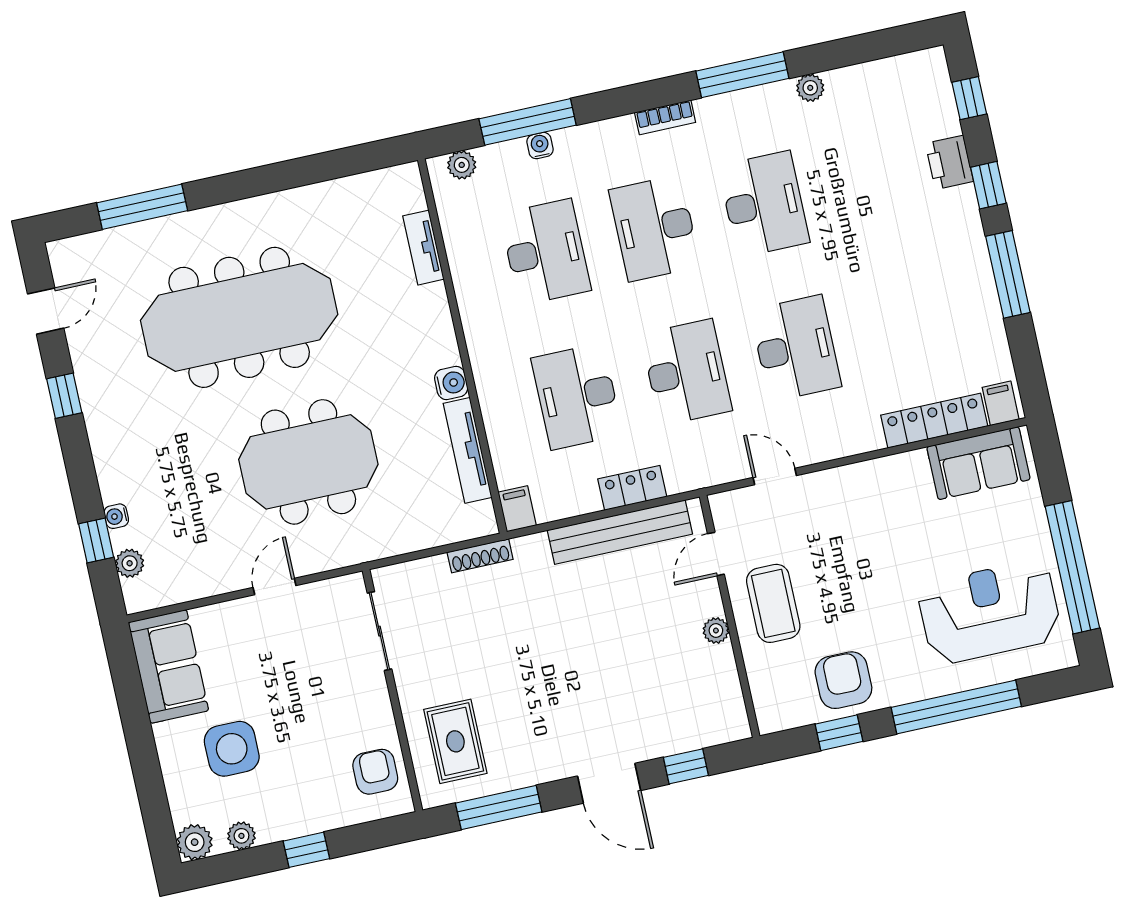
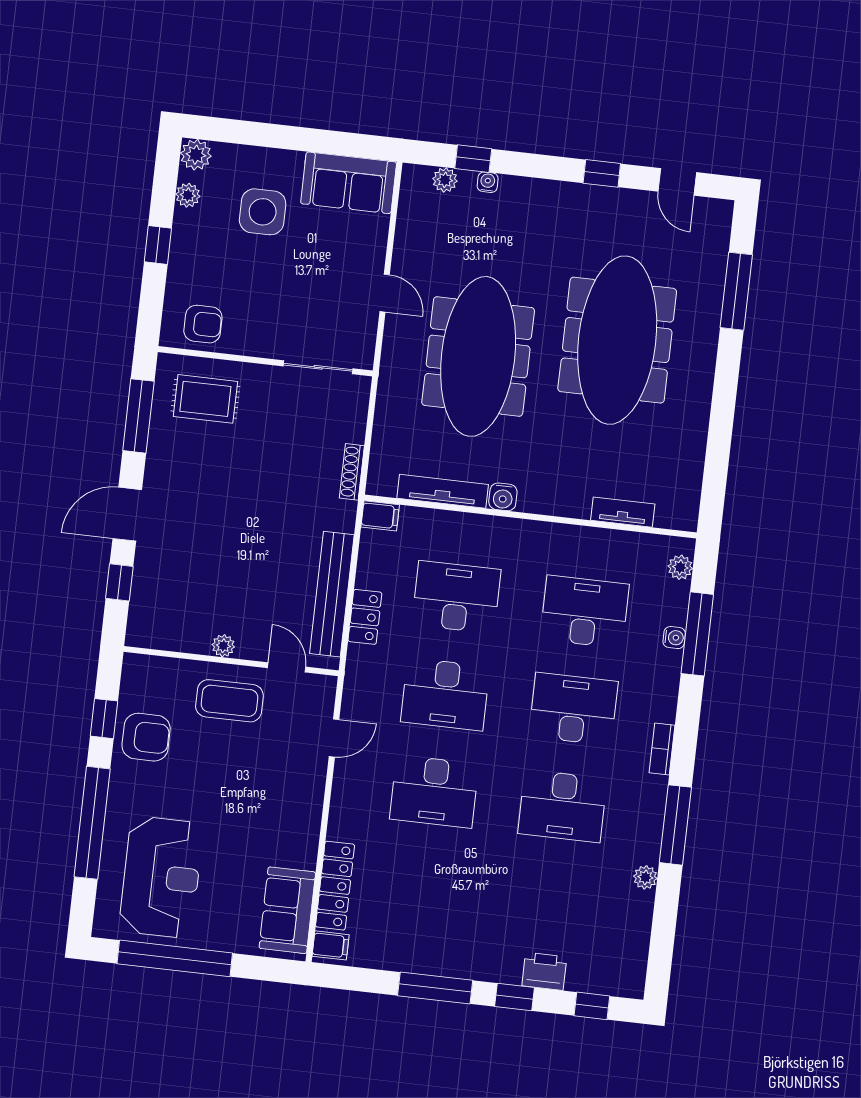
desk: (545, 252) -> (585, 612), turned 180
meeting table: (308, 462) -> (478, 356), width x1.36

